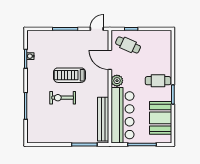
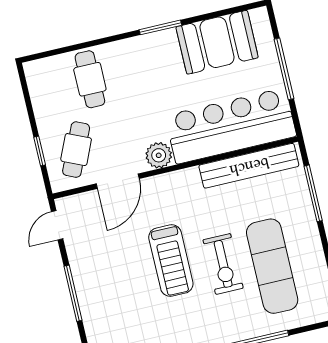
door: (97, 29) -> (57, 225), hinge flipped
cafe table: (158, 81) -> (90, 79), moved
exercise mat: (57, 119) -> (272, 266), added

